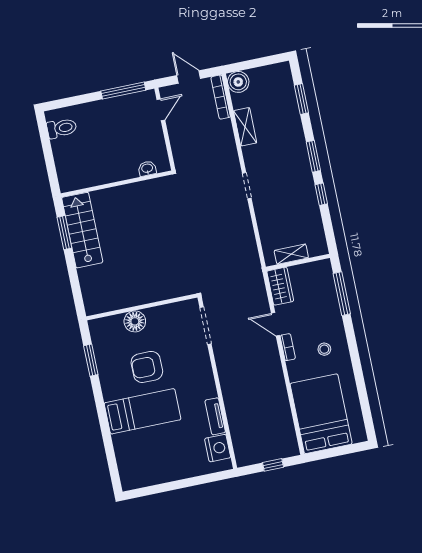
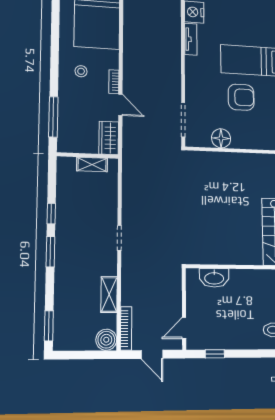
window: (123, 91) -> (215, 354), width x0.46
window: (301, 99) -> (49, 326), moved
washbasin: (147, 169) -> (214, 278), width x1.91, depth x1.45
floor lamp: (135, 321) -> (221, 138), moved

